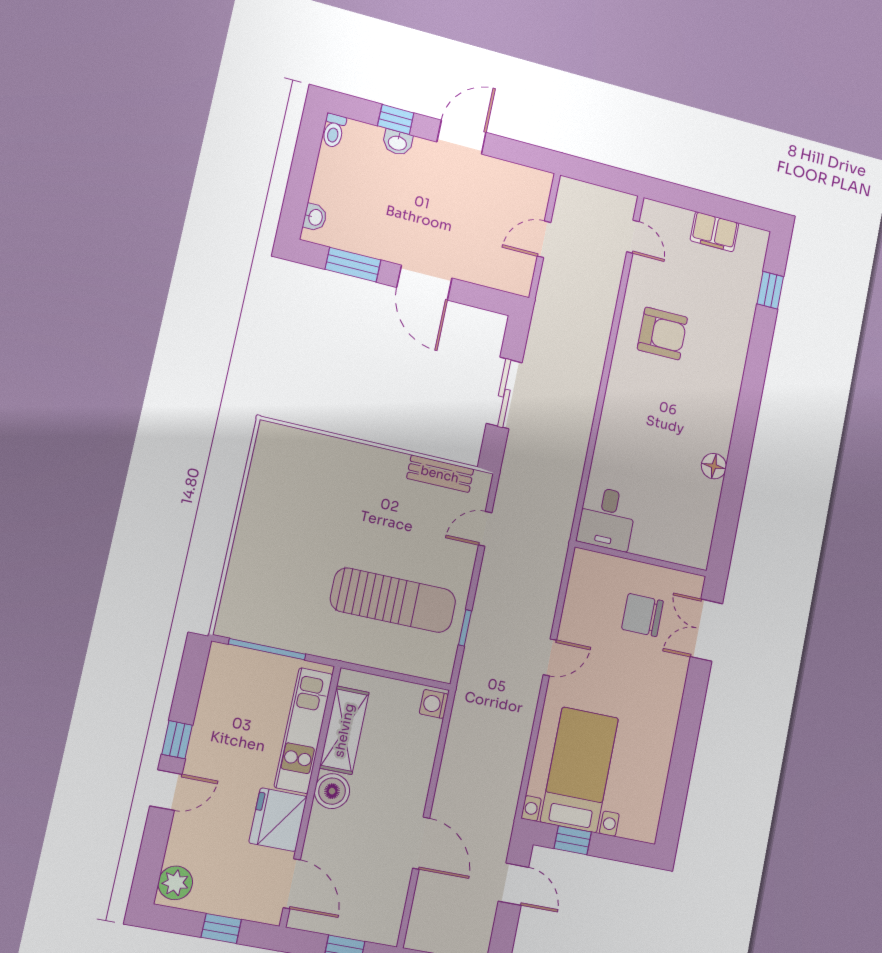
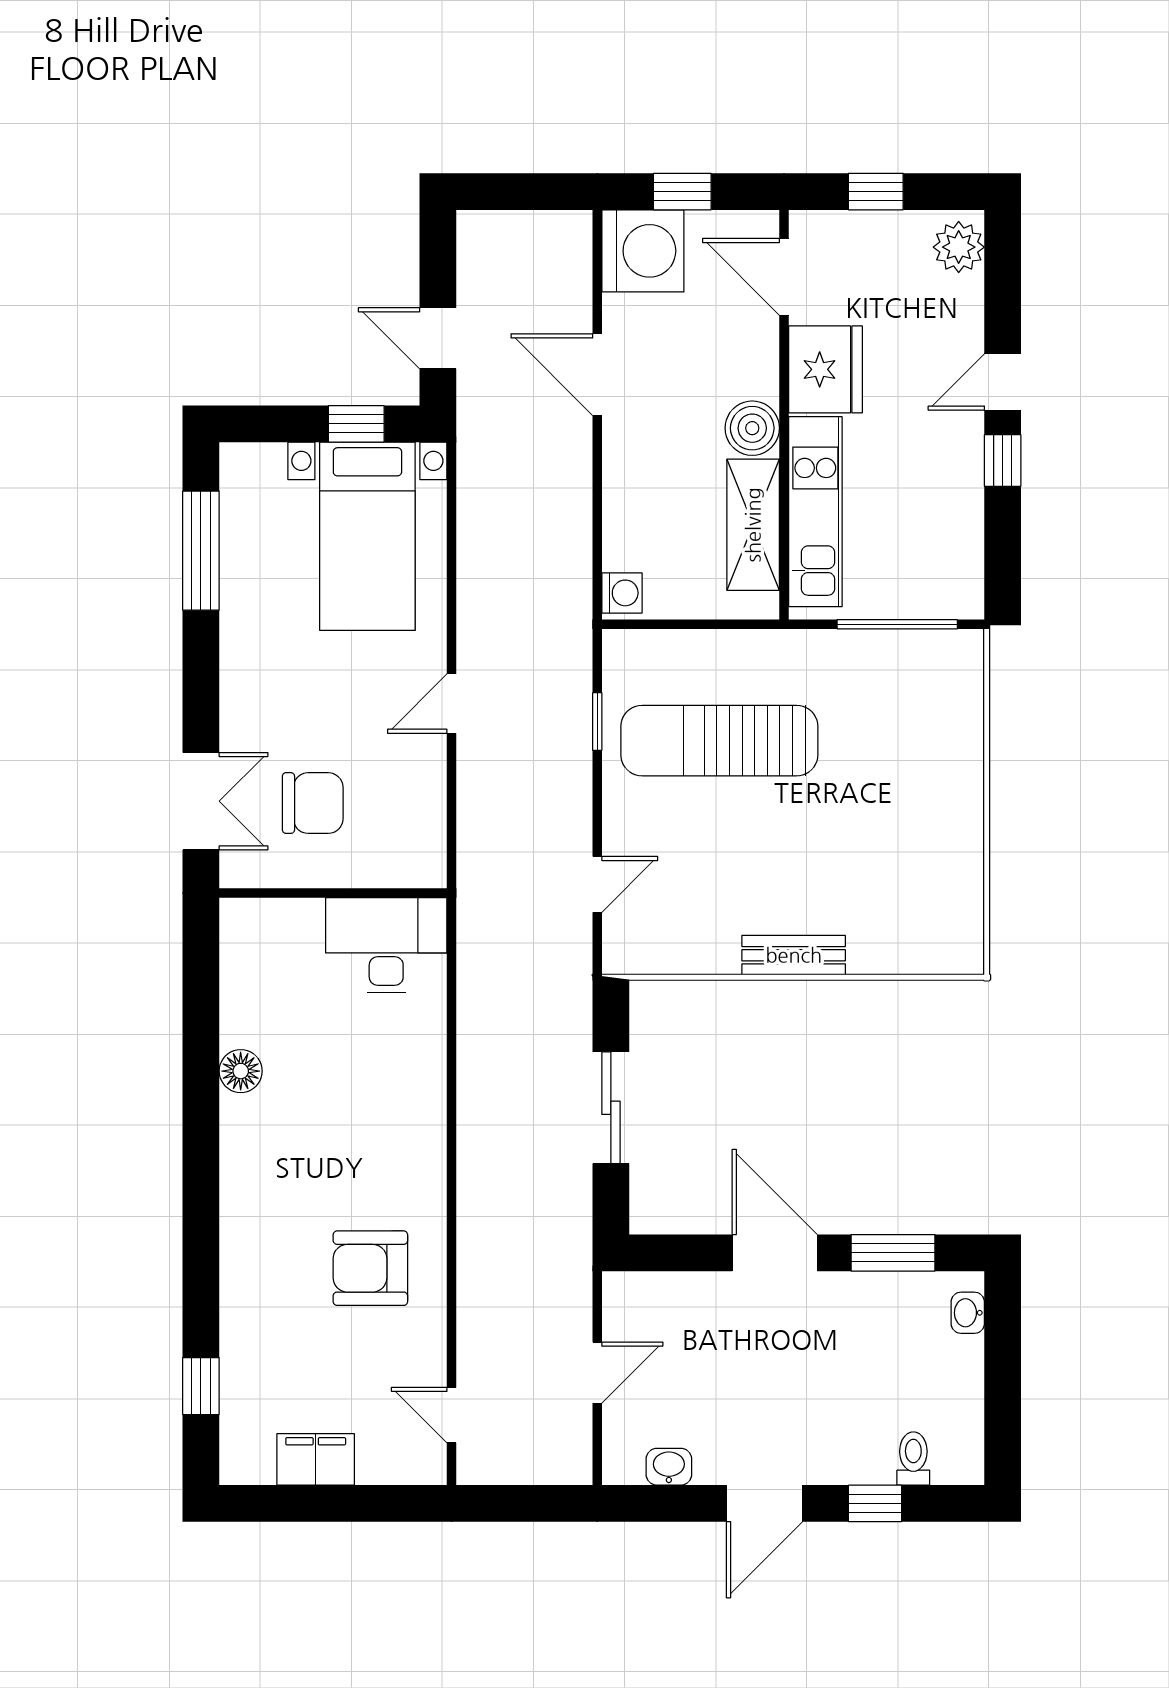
toilet: (334, 131) -> (913, 1458), moved
washbasin: (397, 143) -> (669, 1467), moved
bench: (440, 474) -> (794, 955), moved
desk: (607, 518) -> (386, 945), width x1.37
window: (678, 781) -> (201, 551), added
washing machine: (377, 916) -> (643, 251), added

